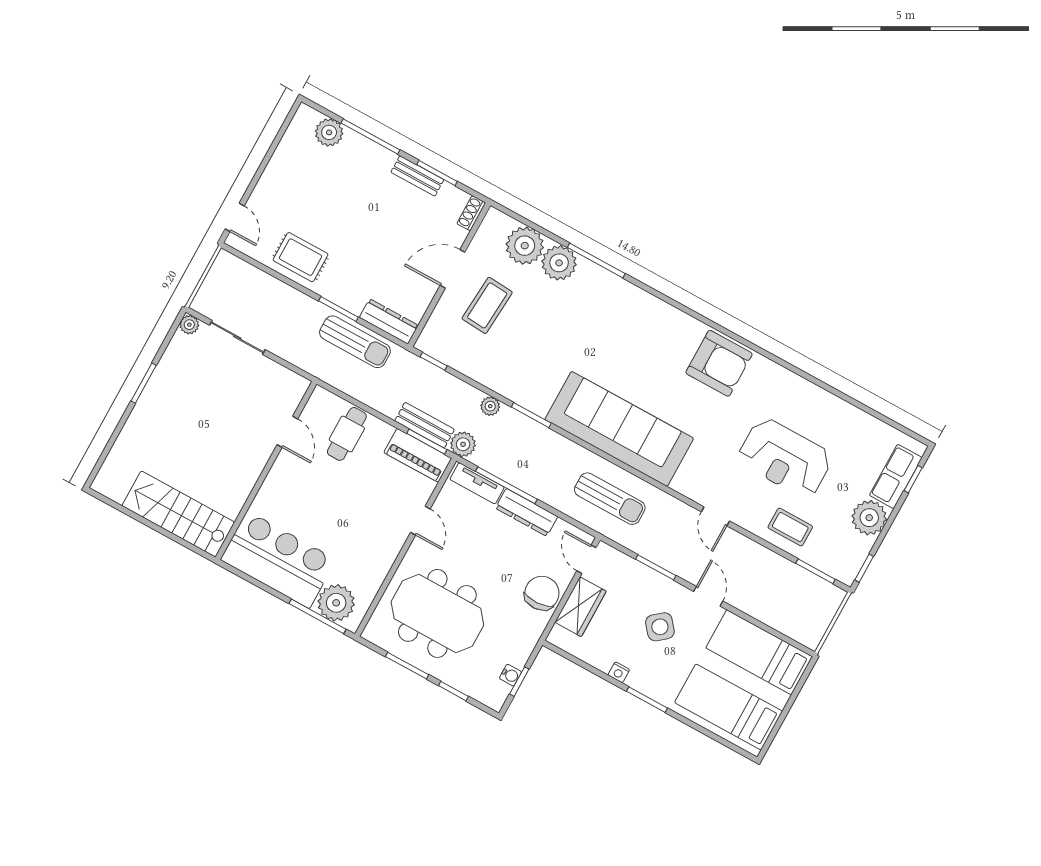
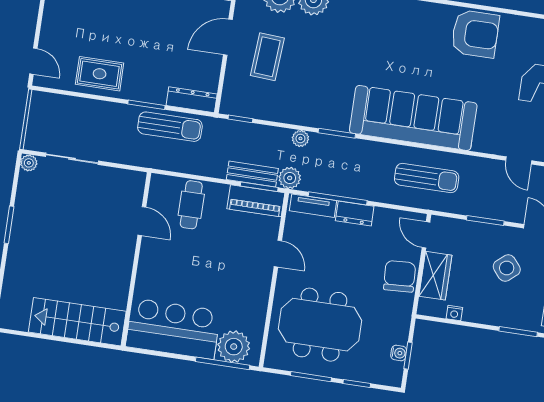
dresser: (527, 512) -> (355, 213), width x0.70
nightstand: (619, 672) -> (454, 313), moved

